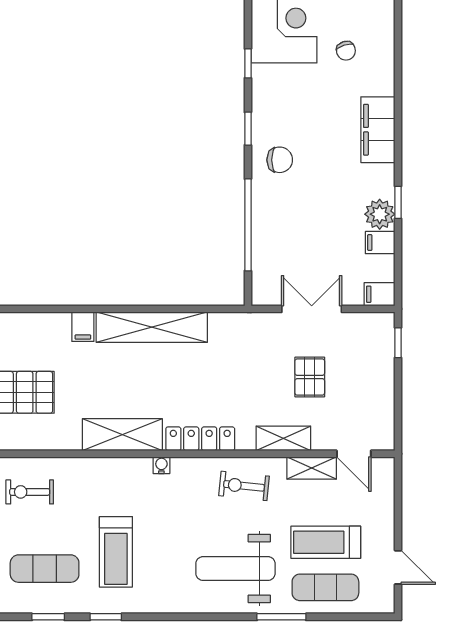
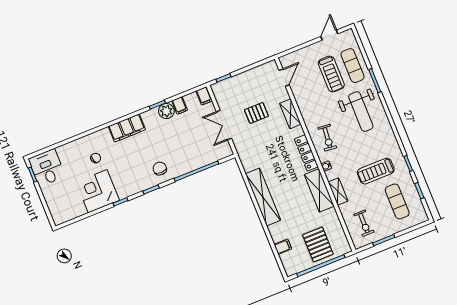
filing cabinet: (83, 327) -> (283, 247), moved
shelving: (312, 468) -> (338, 192), moved
exercise bike: (244, 486) -> (327, 138), moved
treadmill: (116, 552) -> (376, 171), turned 180

